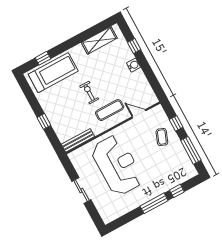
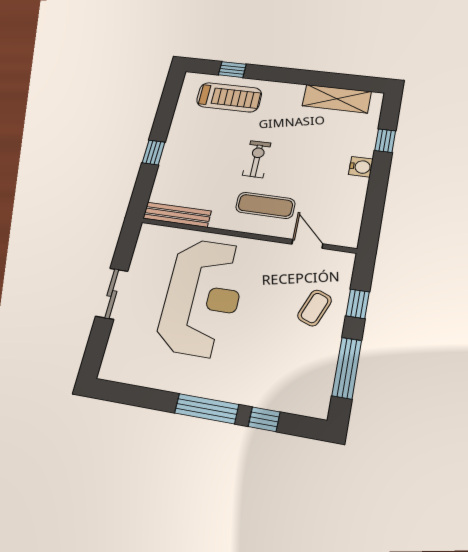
treadmill: (53, 73) -> (229, 97), width x0.73, depth x0.73

